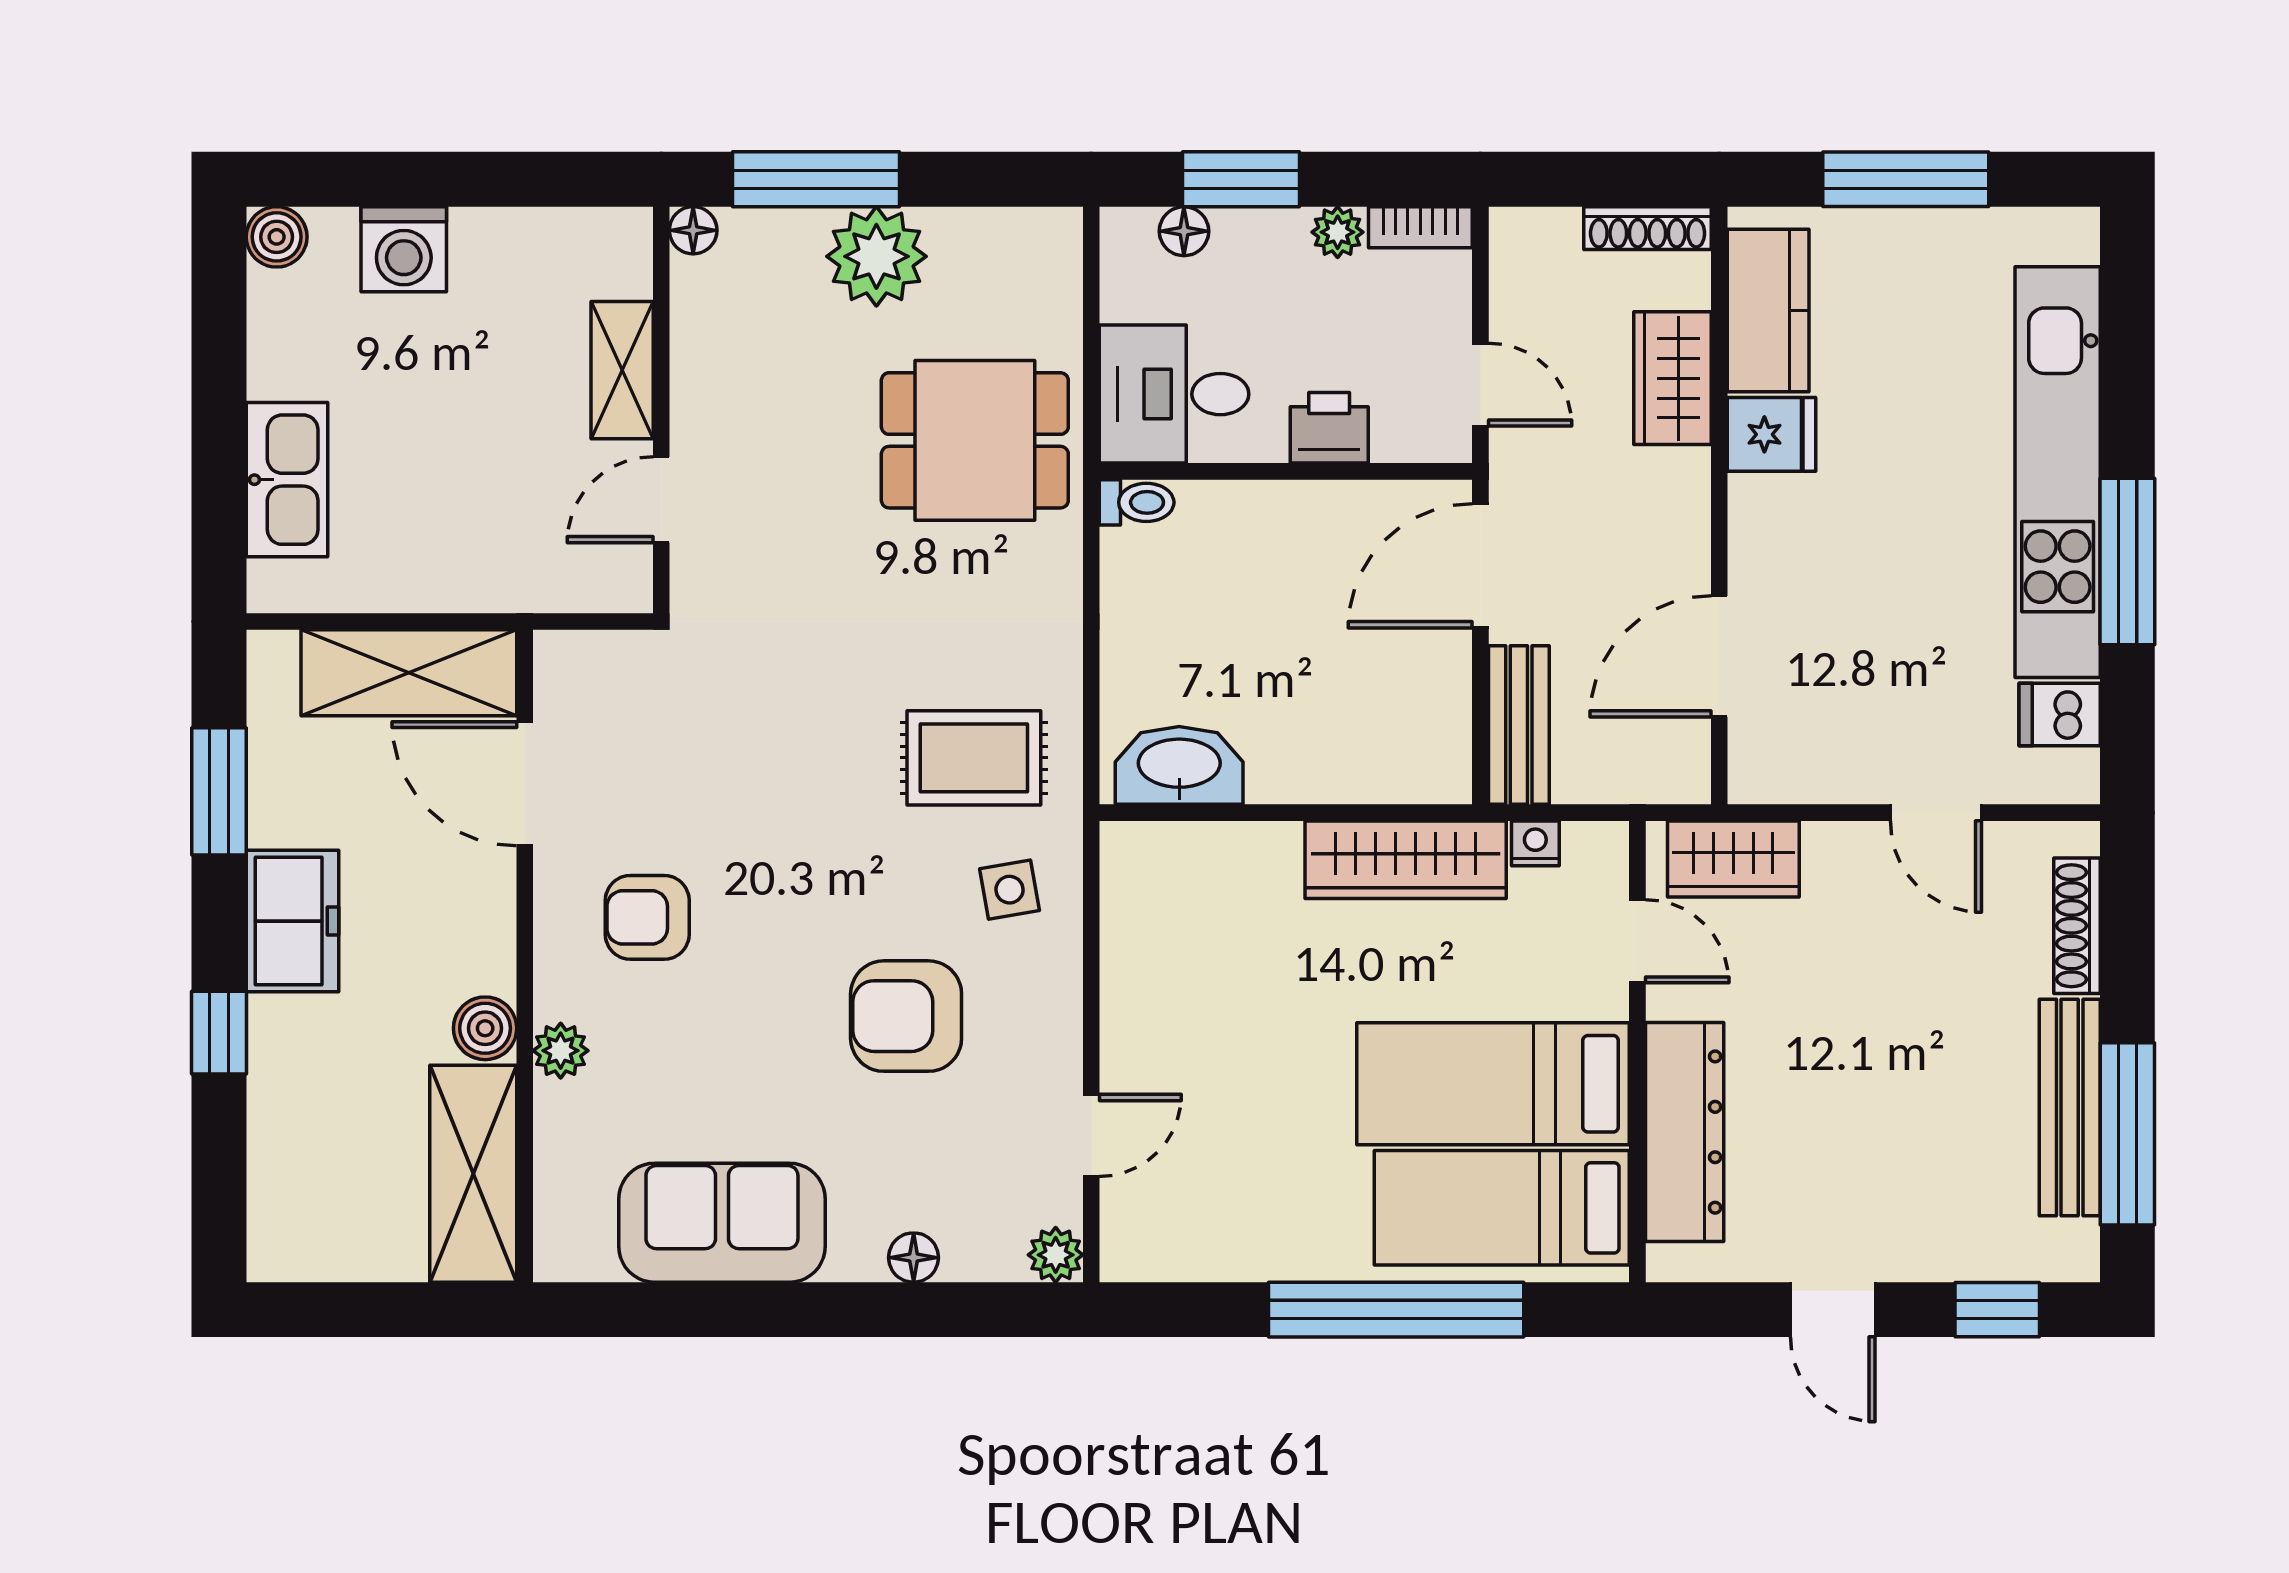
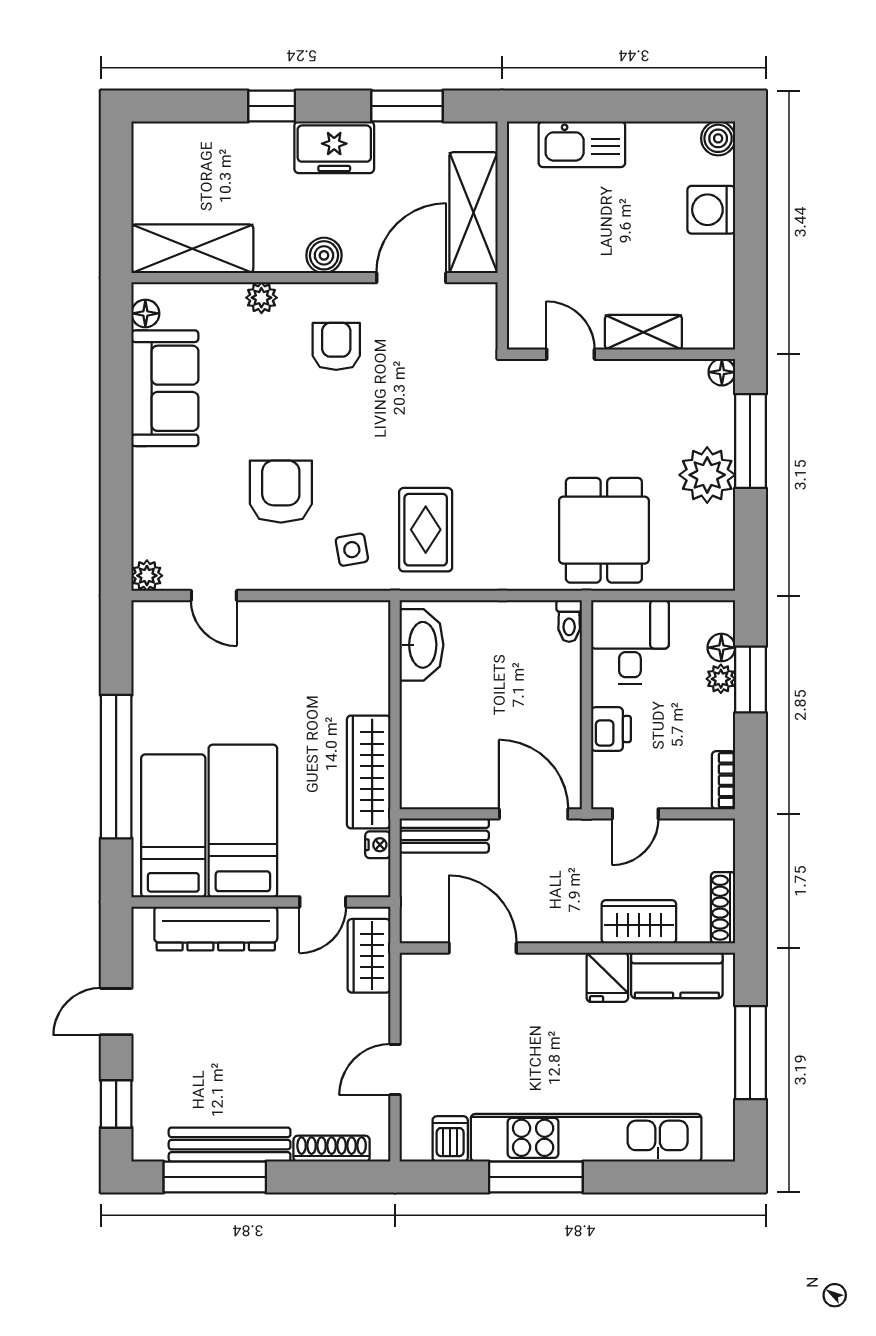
plant: (1338, 232) -> (721, 679), moved
boiler: (485, 1028) -> (324, 255), moved
floor lamp: (914, 1258) -> (145, 313), moved

